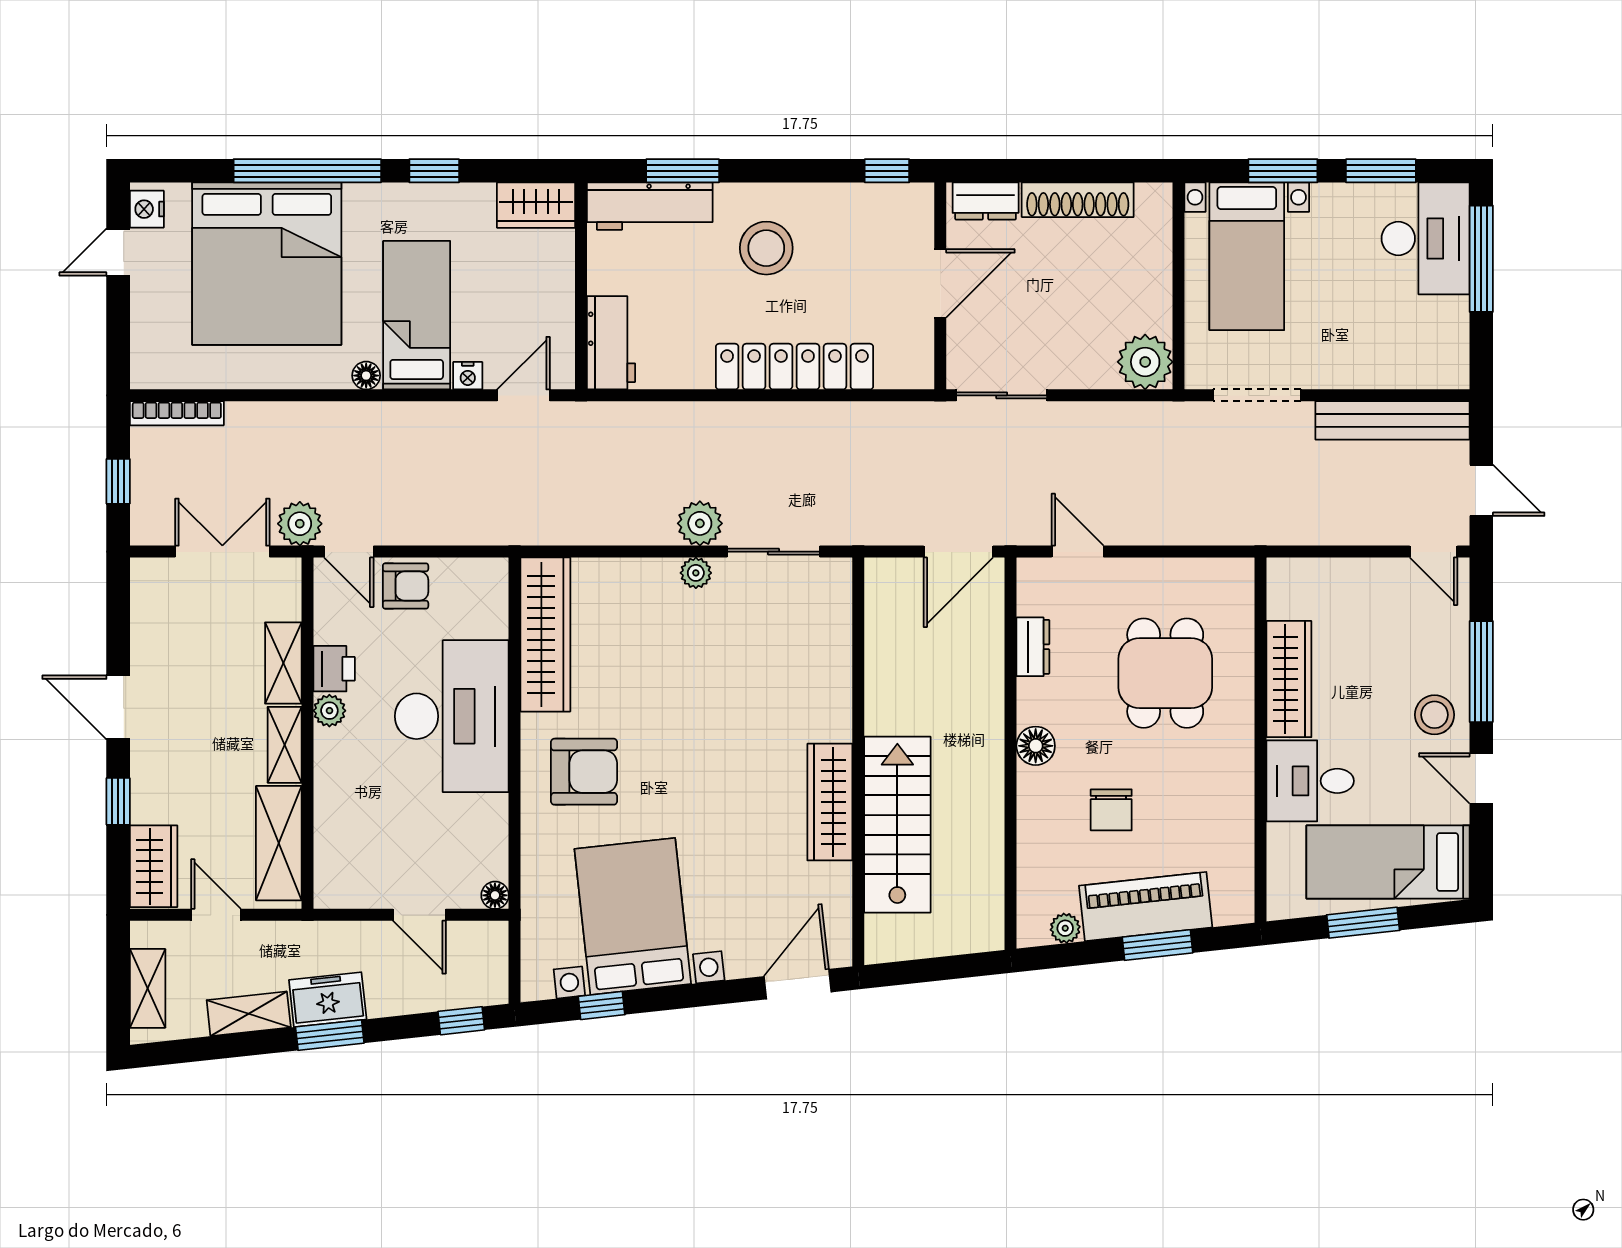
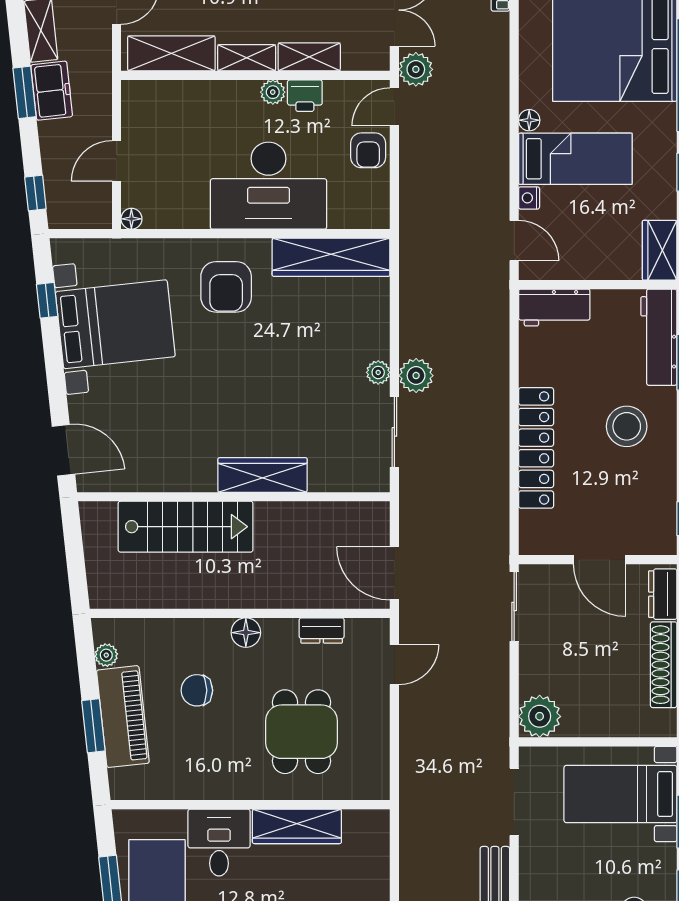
dining table: (1165, 673) -> (301, 732), turned 90
wardrobe: (830, 802) -> (263, 475), moved

